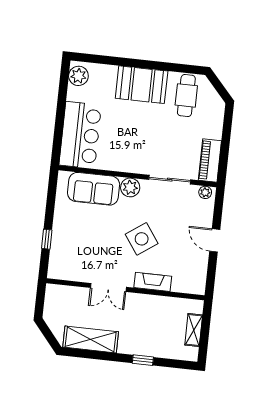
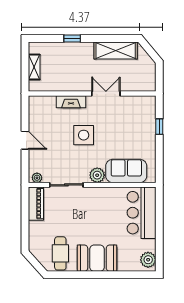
side table: (142, 239) -> (84, 135), turned 35

